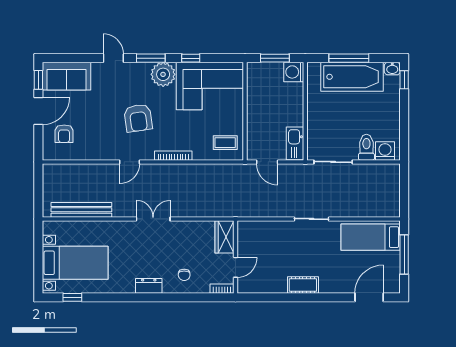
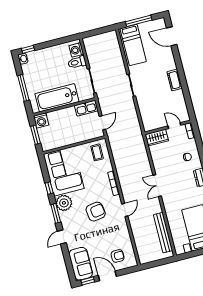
bathtub: (352, 77) -> (57, 98), moved, turned -90
door: (129, 162) -> (125, 210), hinge flipped

